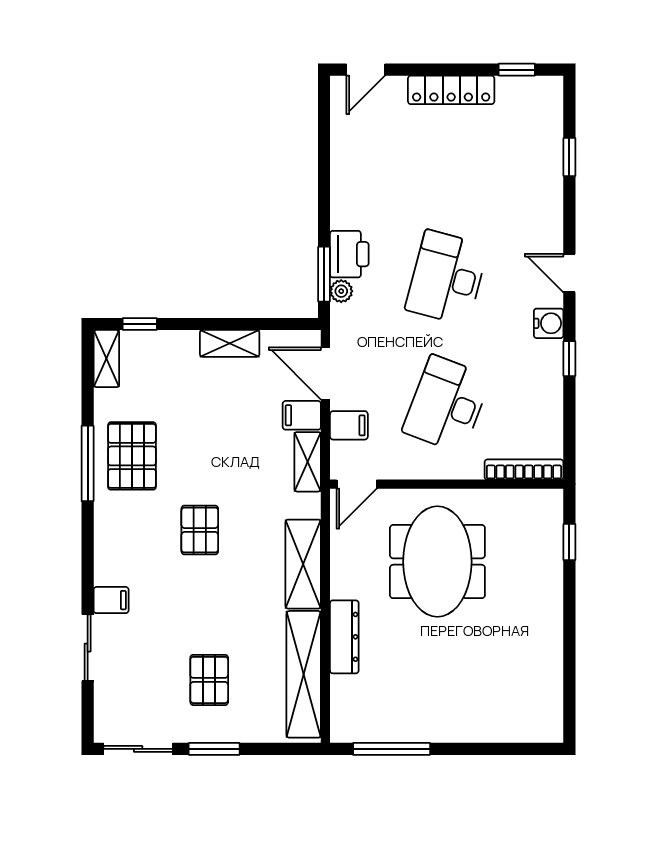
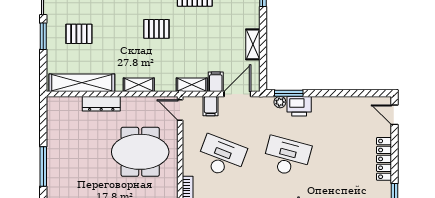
shelving: (303, 564) -> (139, 85), width x0.67, depth x0.75
window: (392, 749) -> (43, 166), moved

